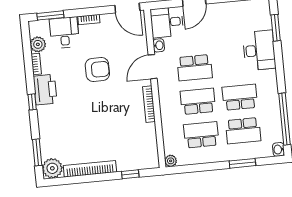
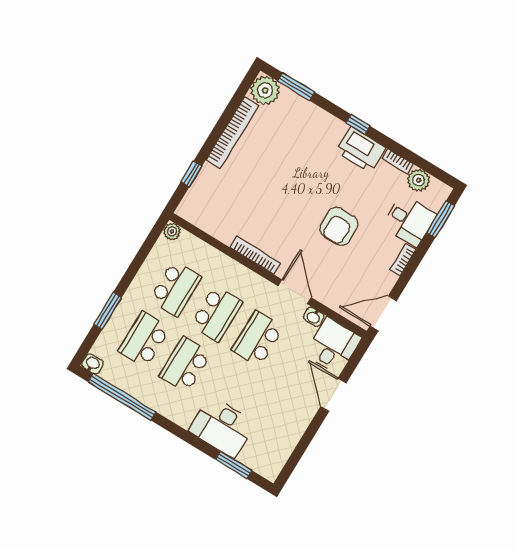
school desk: (240, 97) -> (185, 365), turned 180

